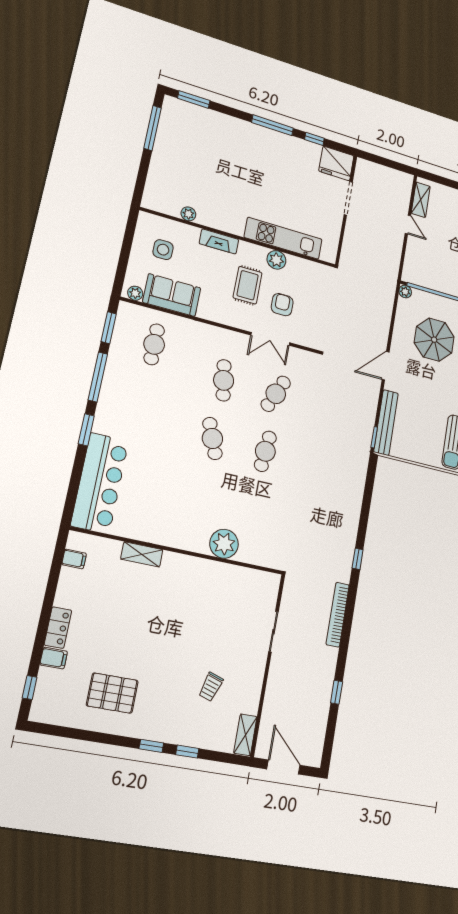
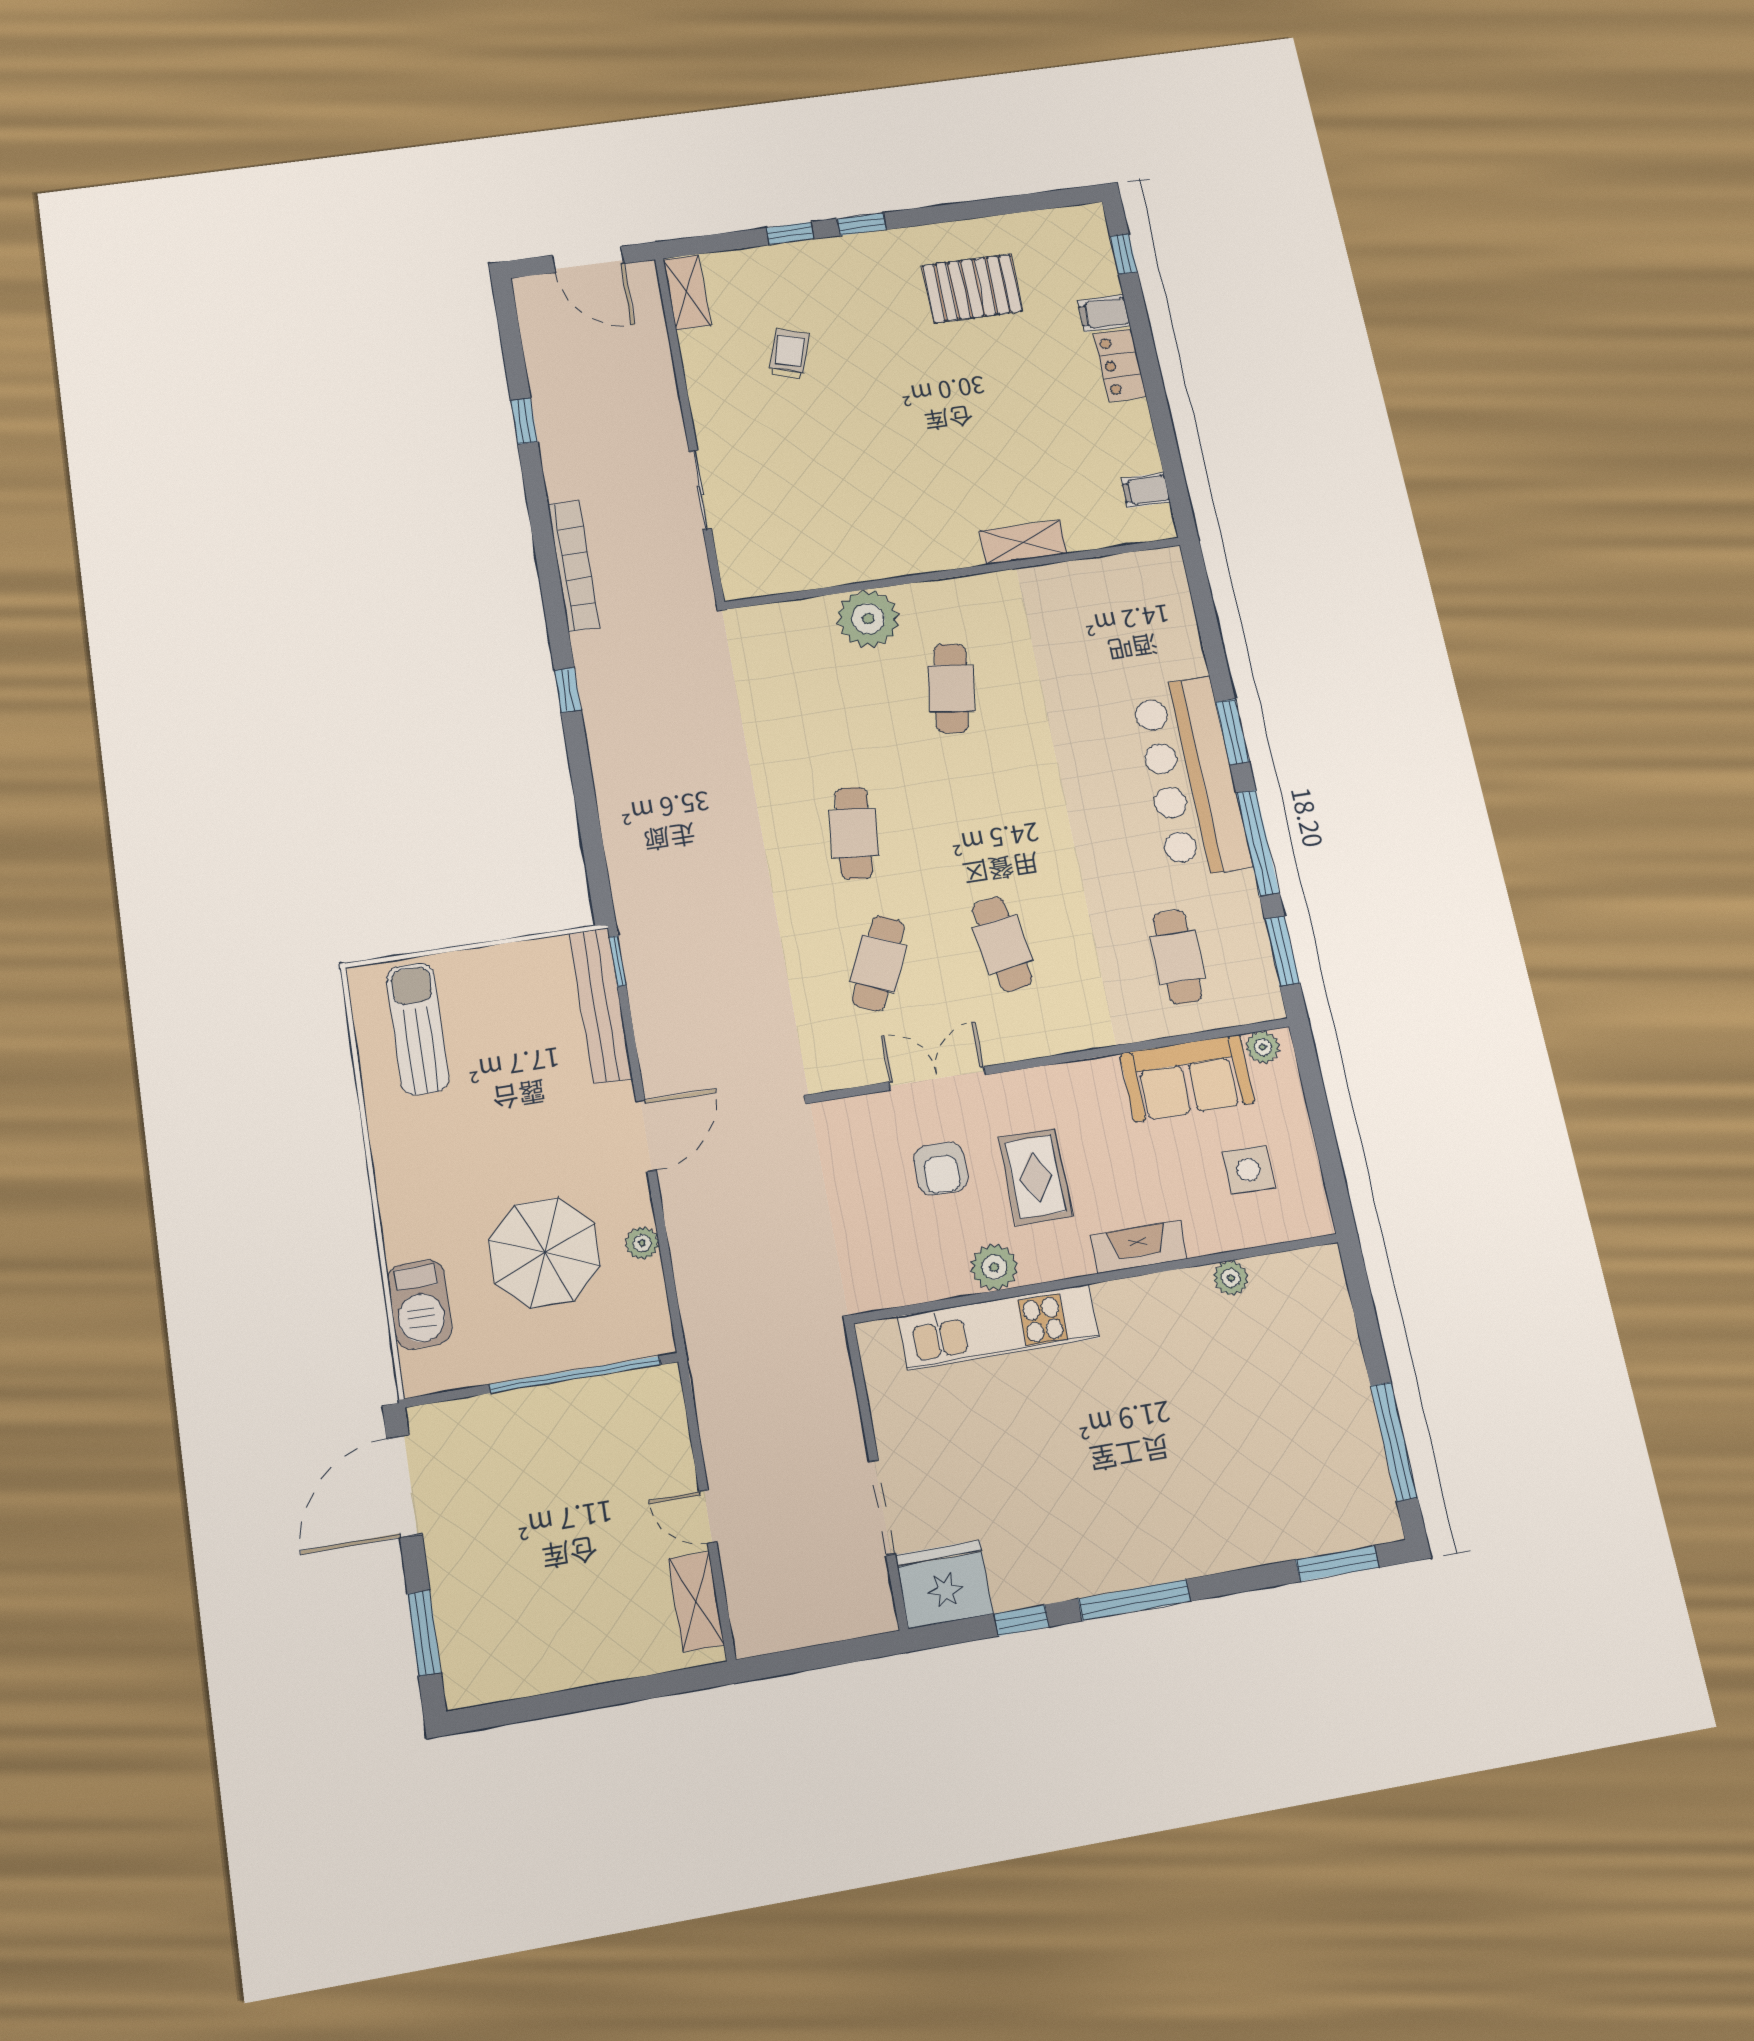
plant: (405, 292) -> (642, 1243), moved
cafe table: (212, 439) -> (951, 688), moved, turned 30
bar counter: (100, 483) -> (1191, 777), moved

